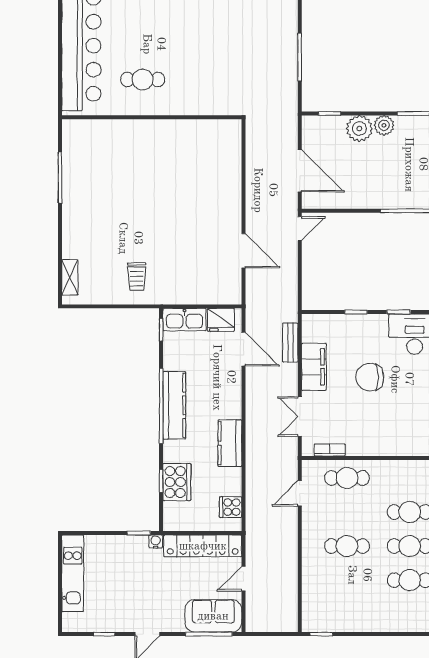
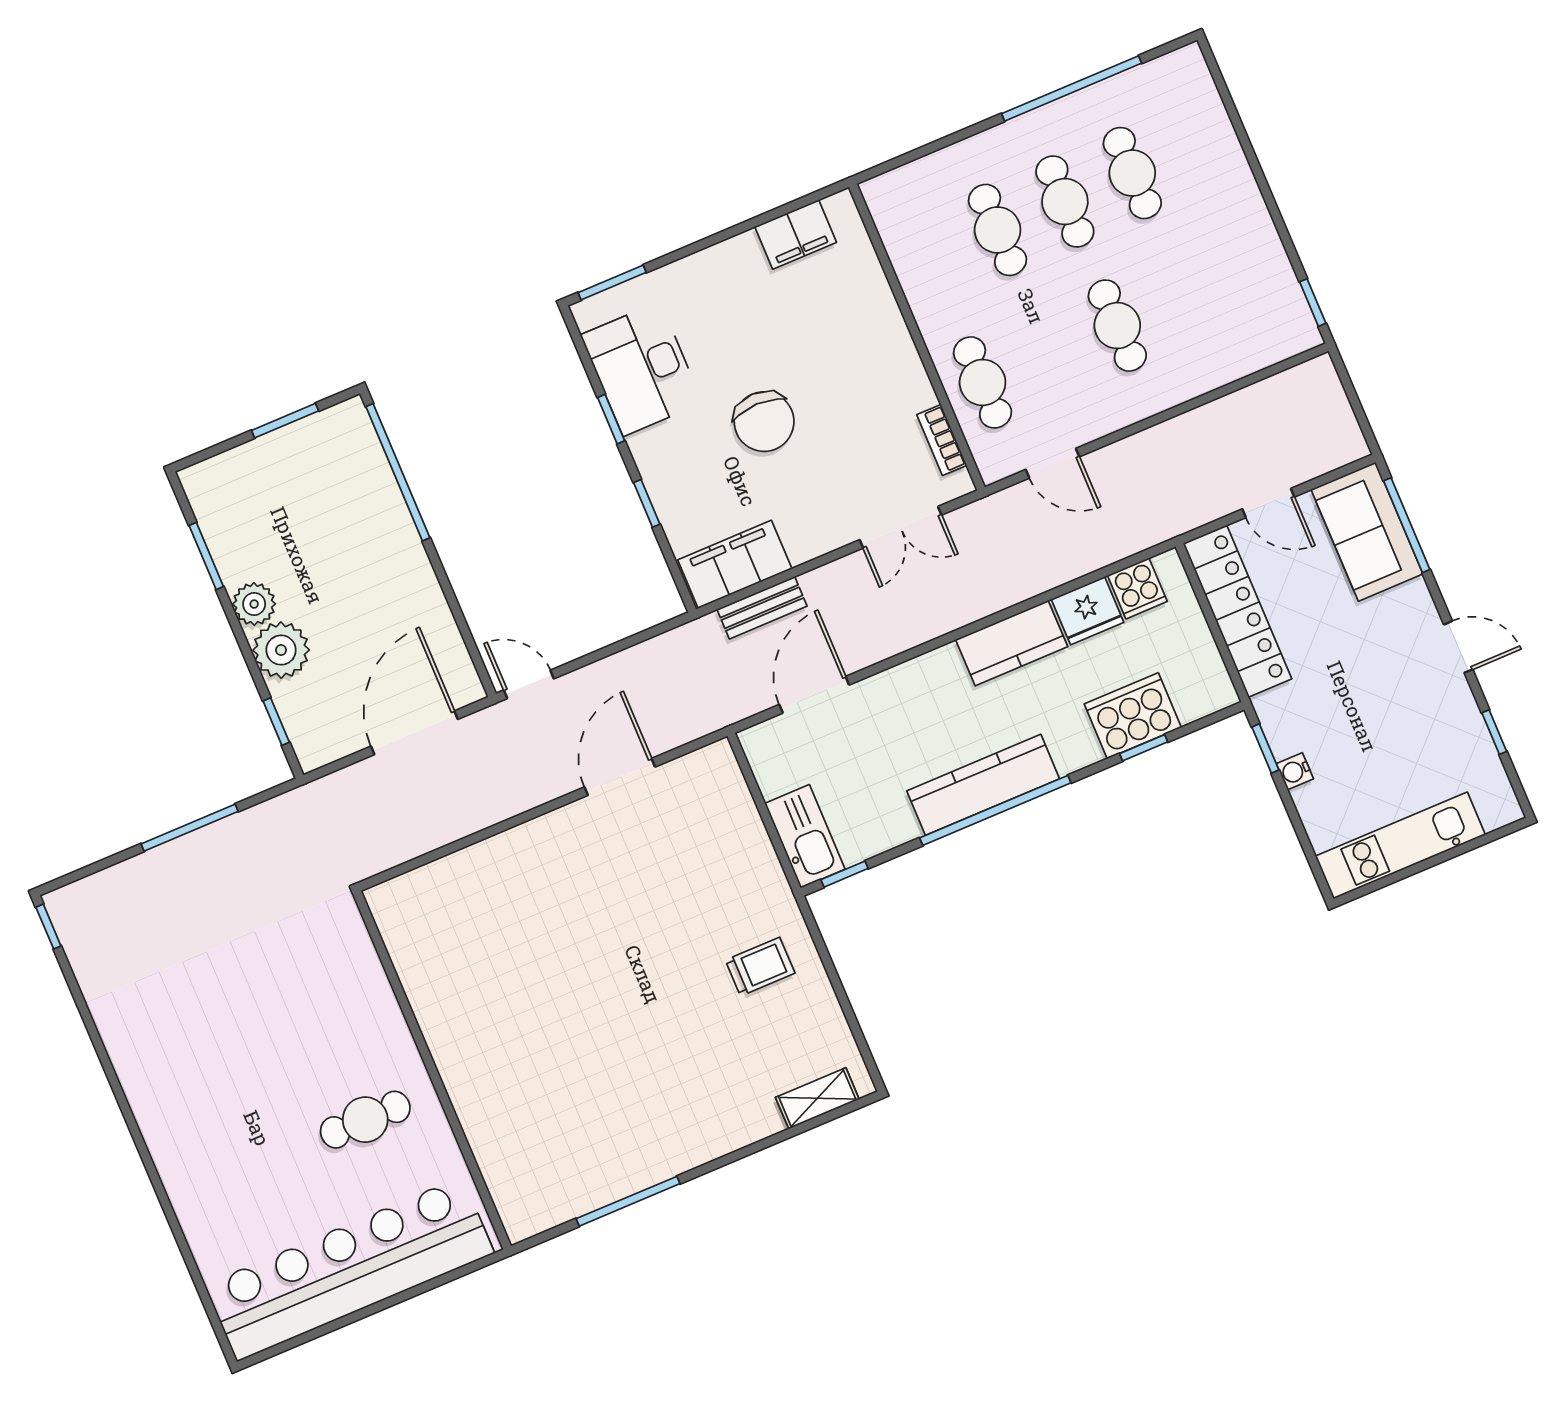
cafe table: (143, 80) -> (365, 1120), turned 90
fridge: (221, 320) -> (1088, 611), moved, turned 90
filing cabinet: (314, 367) -> (735, 564), moved
water cooler: (156, 541) -> (1295, 771), moved

